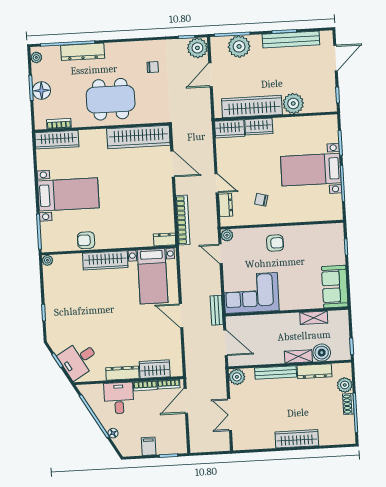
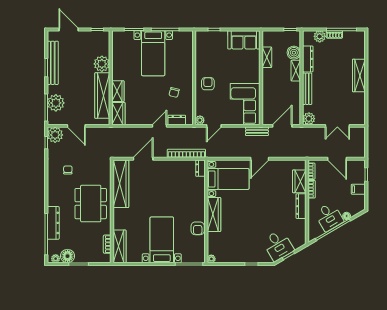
floor lamp: (42, 91) -> (68, 256), moved
desk: (79, 360) -> (278, 245), moved
desk: (119, 398) -> (329, 217), moved, turned -120
door: (186, 401) -> (337, 159), moved

